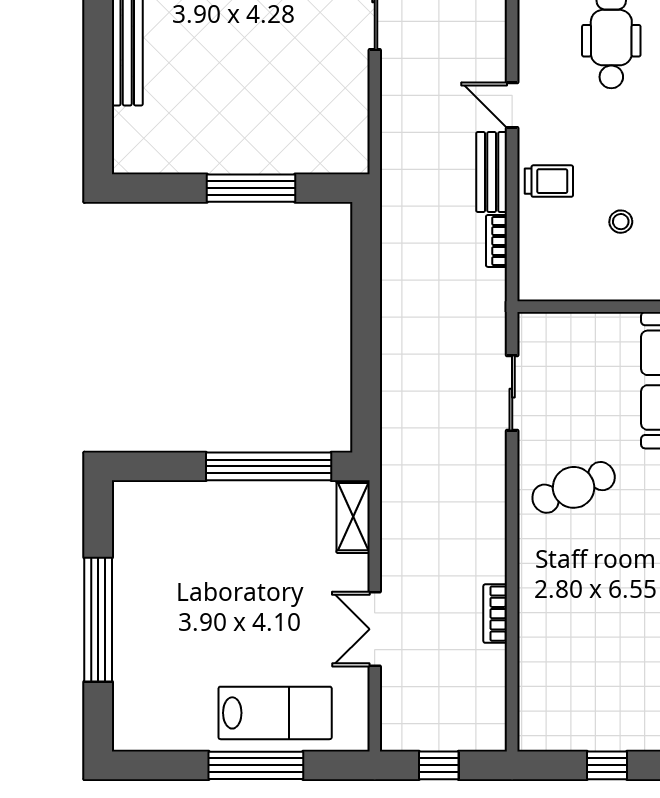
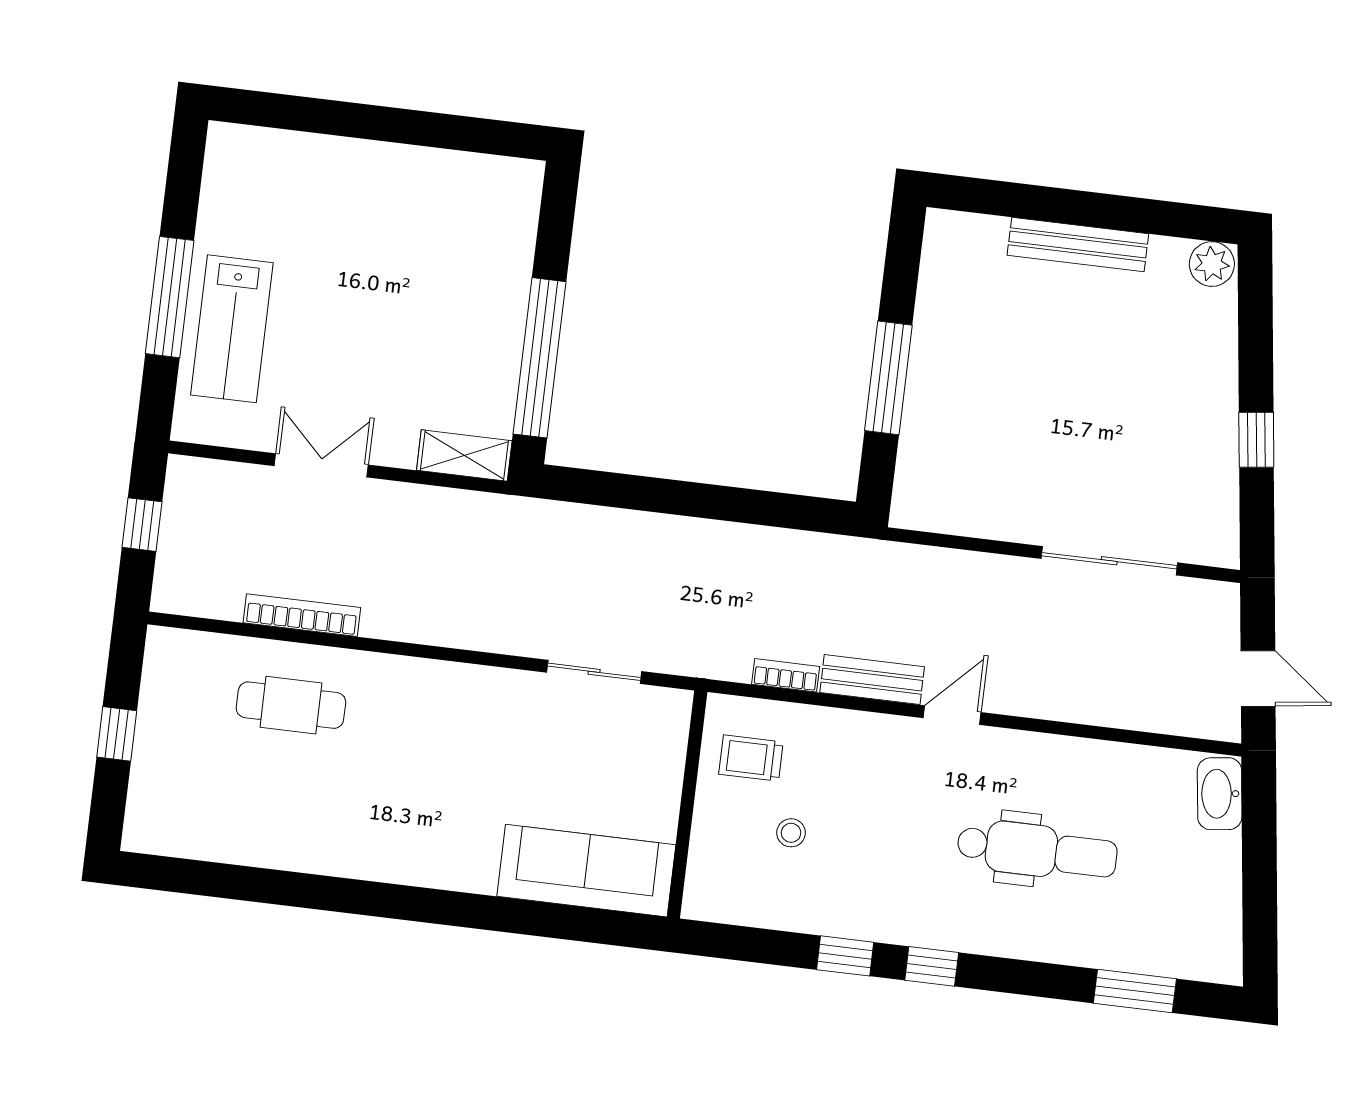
trolley: (549, 181) -> (751, 758), moved, turned 90
cafe table: (574, 487) -> (291, 705), moved, turned -68
bookcase: (495, 614) -> (302, 615), width x1.56
window: (98, 620) -> (374, 123), removed

